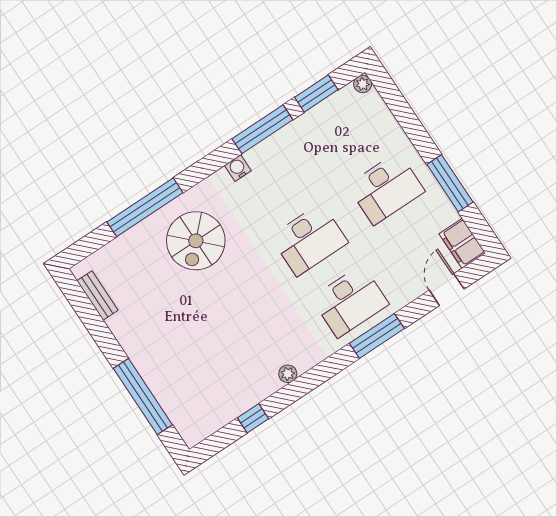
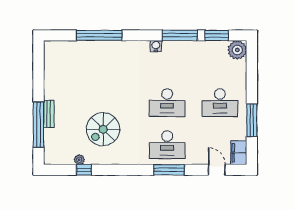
plant: (363, 84) -> (237, 50), width x1.88, depth x1.88
spiral stairs: (196, 241) -> (103, 129), moved
door: (447, 290) -> (217, 170), hinge flipped
bench: (97, 295) -> (49, 114), moved
plant: (288, 374) -> (79, 160), moved

